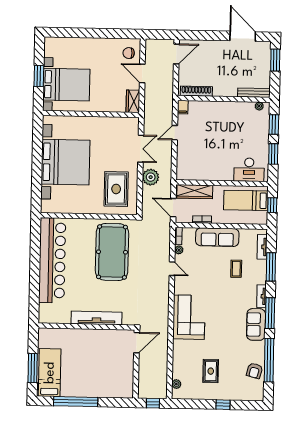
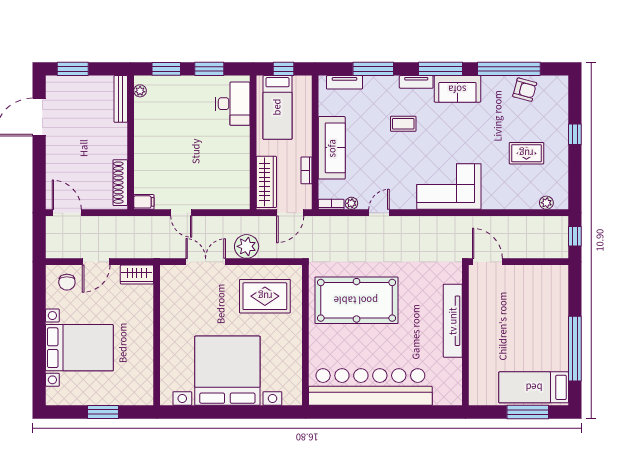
bed with nightstands: (66, 85) -> (79, 348), moved, turned 90
coffee table: (236, 269) -> (403, 124), moved

